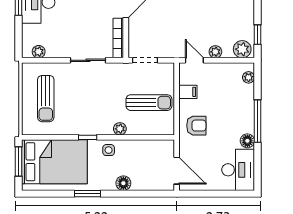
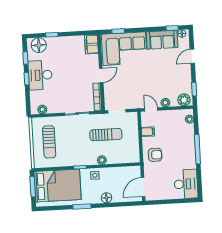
sun lounger: (149, 103) -> (106, 135), moved
floor lamp: (247, 141) -> (191, 163), removed
door: (177, 171) -> (143, 187), swing flipped

